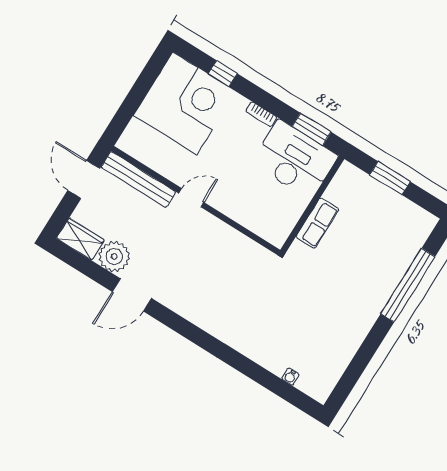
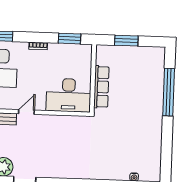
desk: (295, 160) -> (69, 95), moved, turned 180
row of seats: (317, 223) -> (101, 87), width x1.48

